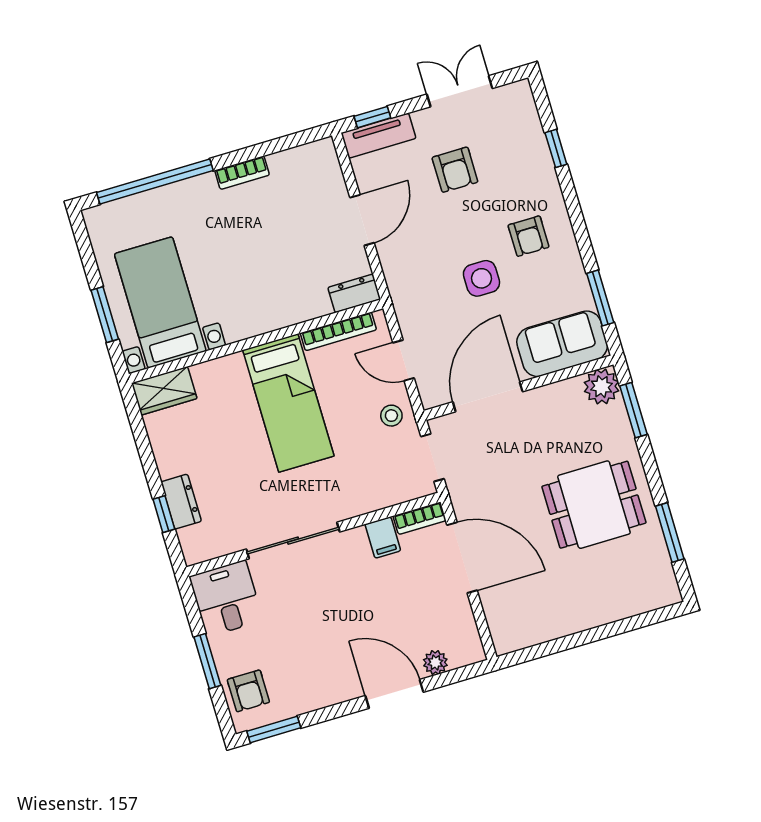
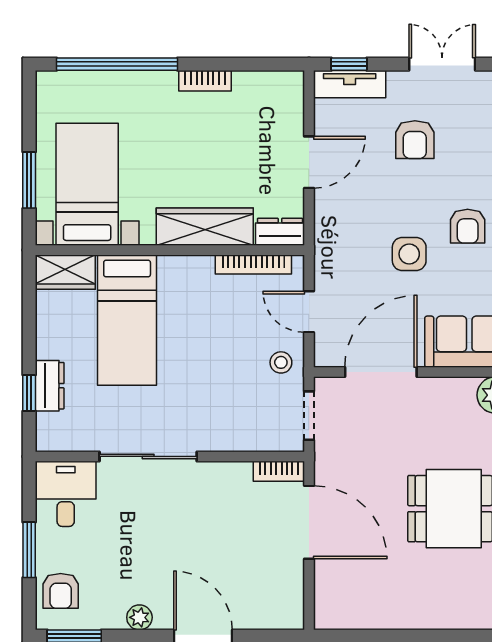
wardrobe: (282, 309) -> (205, 227), added
bed: (288, 403) -> (127, 320), moved
filing cabinet: (383, 537) -> (237, 479), removed
plant: (435, 662) -> (139, 617), moved

